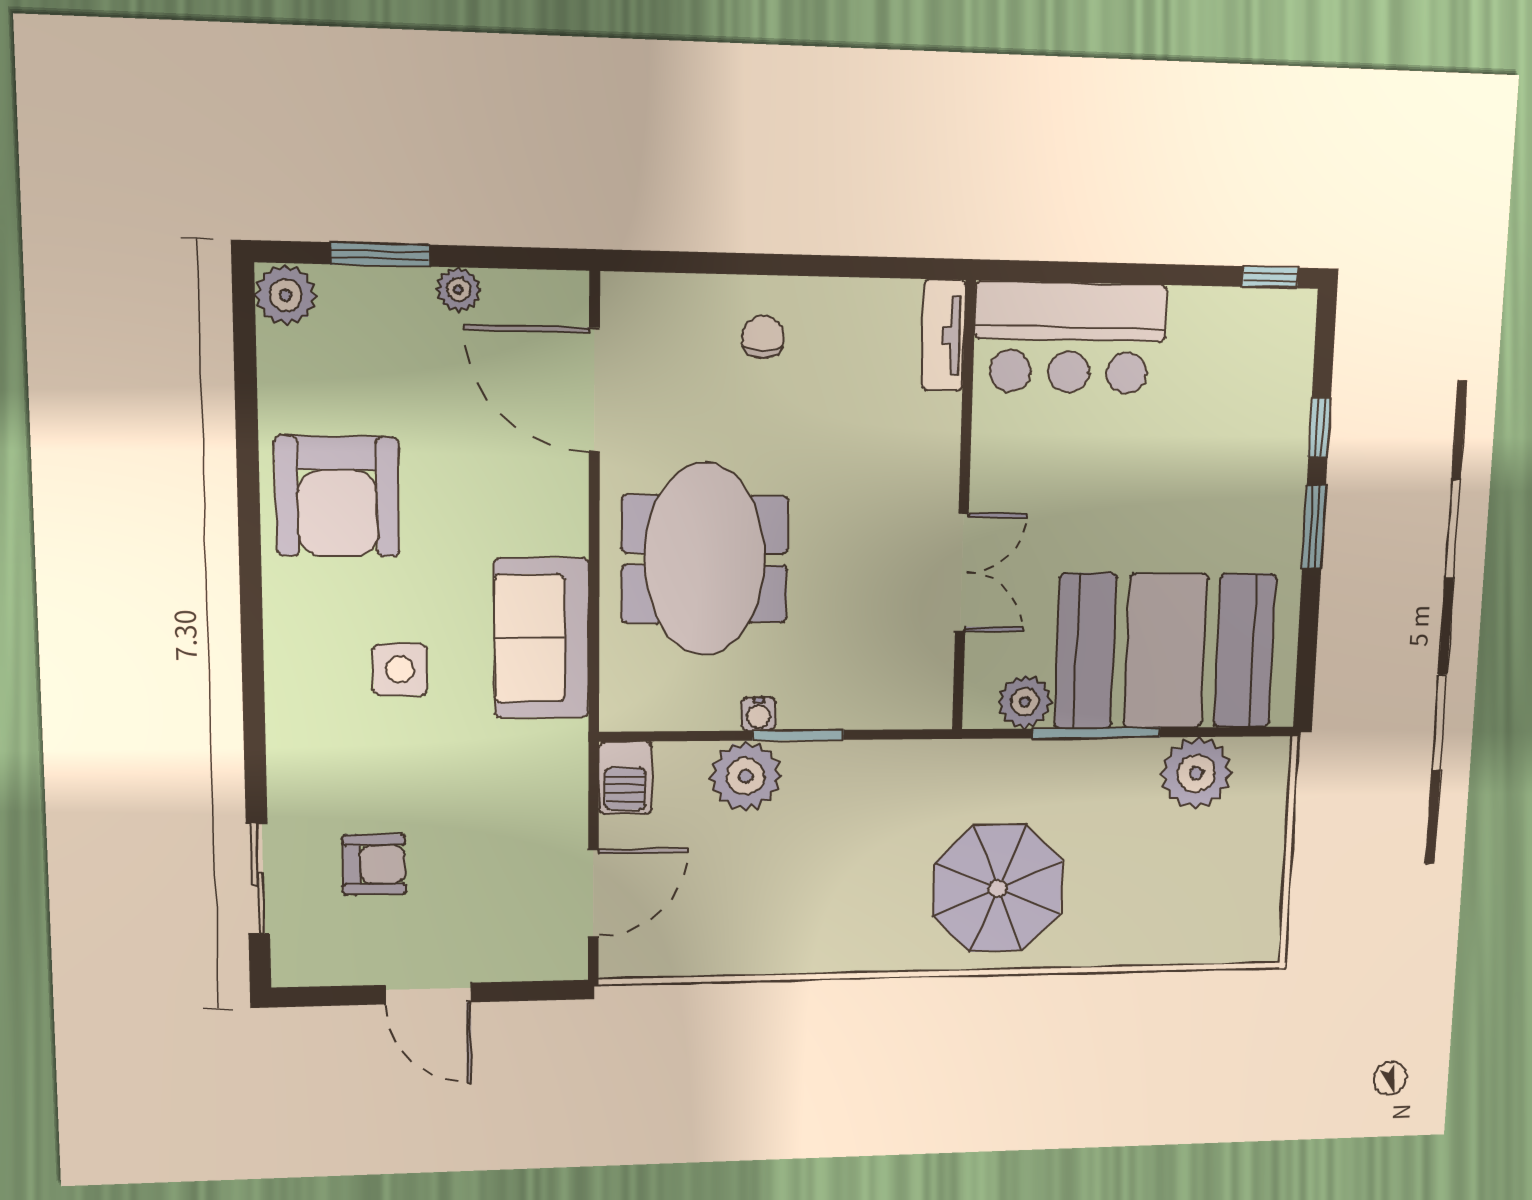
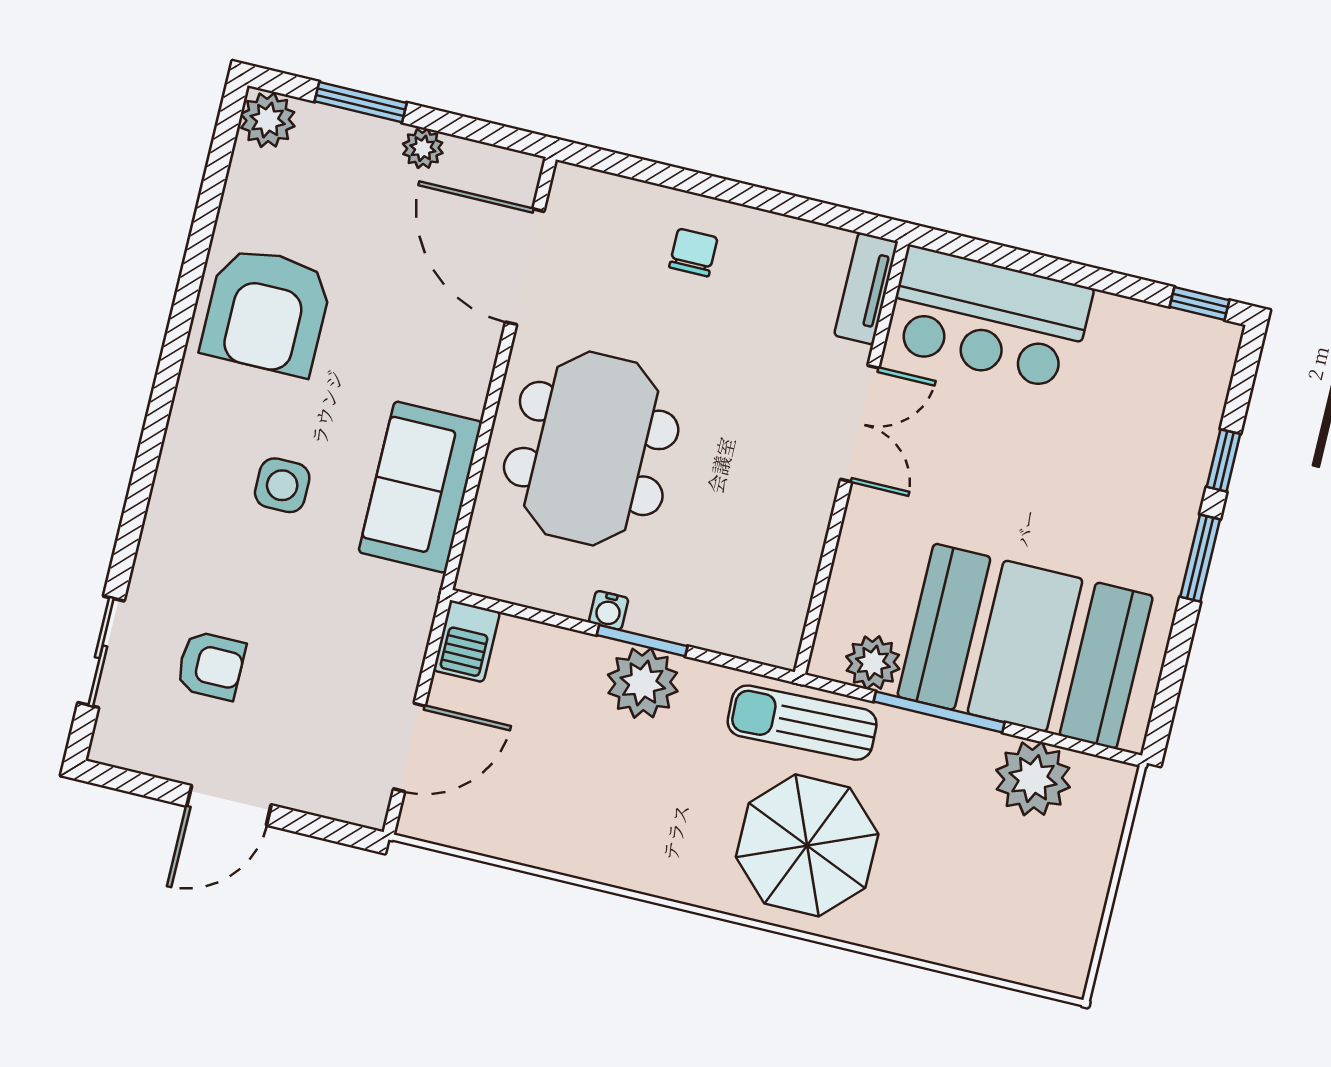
double door: (962, 573) -> (860, 424), moved
sun lounger: (969, 775) -> (802, 723), added
plant: (746, 776) -> (643, 683), moved
door: (428, 994) -> (229, 805), hinge flipped

